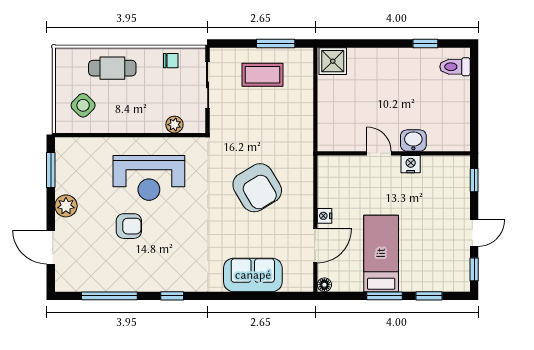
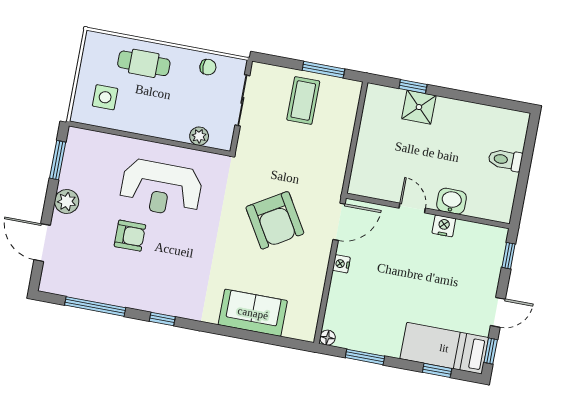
window: (425, 44) -> (413, 86), moved
shower: (333, 61) -> (419, 107), moved
toilet: (455, 67) -> (505, 160), moved
coffee table: (263, 75) -> (303, 101), turned 90
side table: (83, 105) -> (105, 97), turned 45
door: (315, 246) -> (339, 222), moved
bed: (381, 253) -> (444, 348), moved, turned -90
window: (384, 296) -> (365, 357), moved

